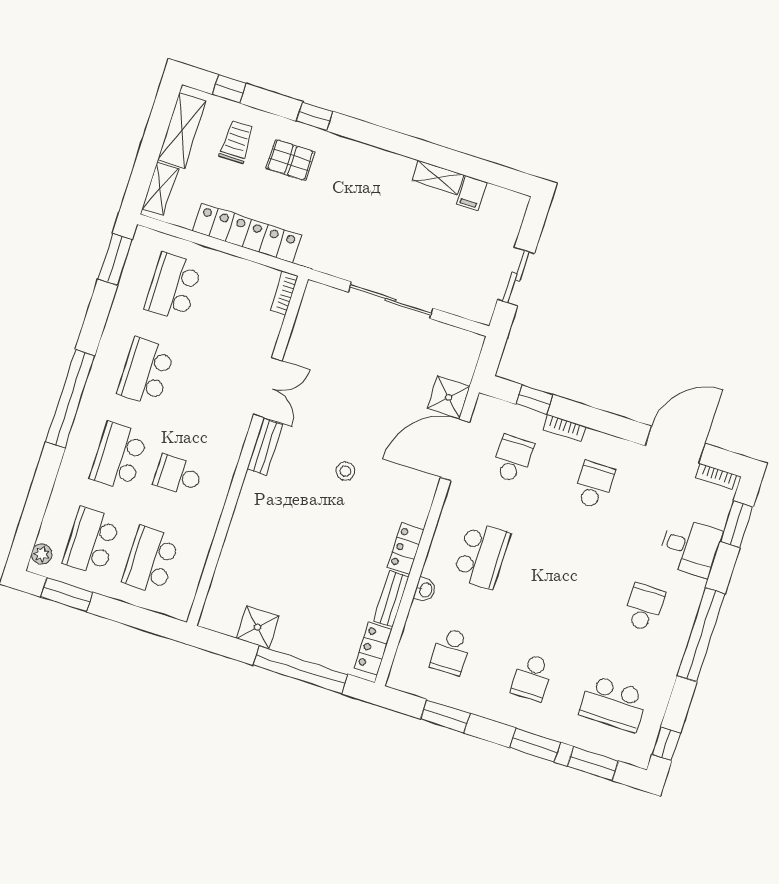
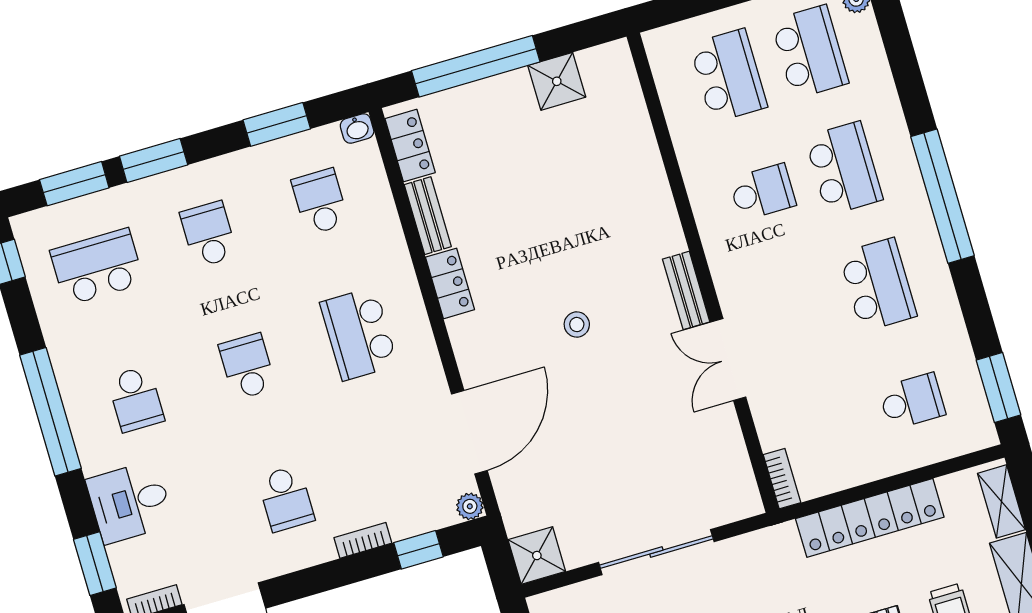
school desk: (173, 287) -> (912, 401), width x0.54
shower: (449, 397) -> (537, 556), moved
plant: (485, 405) -> (470, 506), added
school desk: (513, 459) -> (247, 366), moved, turned 180
washbasin: (425, 590) -> (357, 128), moved, turned -90

